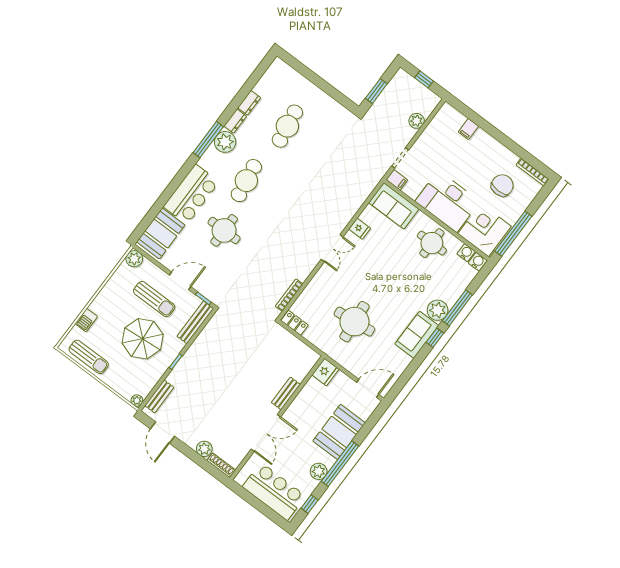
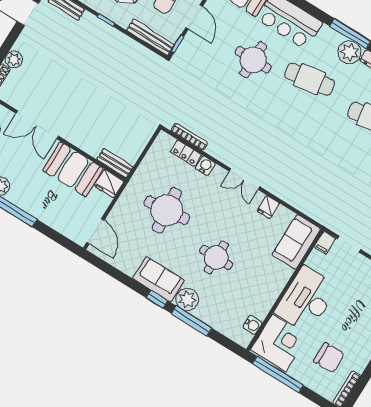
round table: (432, 243) -> (216, 257), moved
water cooler: (478, 262) -> (205, 166), moved, turned -90
locker: (295, 323) -> (186, 153), moved, turned 90
bench: (286, 393) -> (115, 163), moved
booth: (339, 432) -> (73, 169), moved

